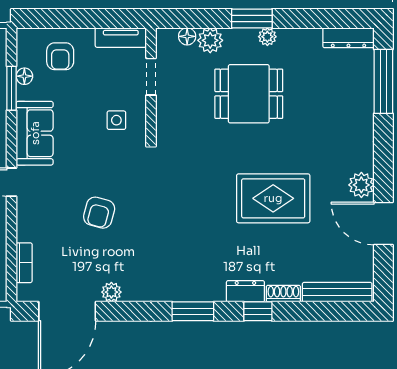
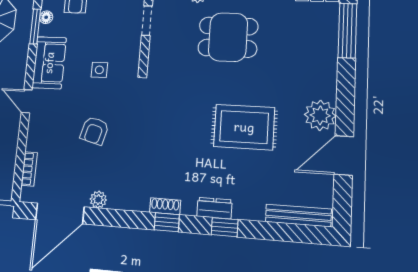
side table: (116, 120) -> (99, 70), moved
plant: (361, 185) -> (320, 115), width x1.36, depth x1.36
door: (383, 224) -> (344, 156), hinge flipped
shoe rack: (283, 294) -> (165, 206), moved
window: (193, 311) -> (167, 222), width x0.67

